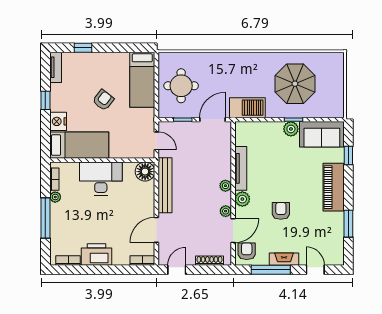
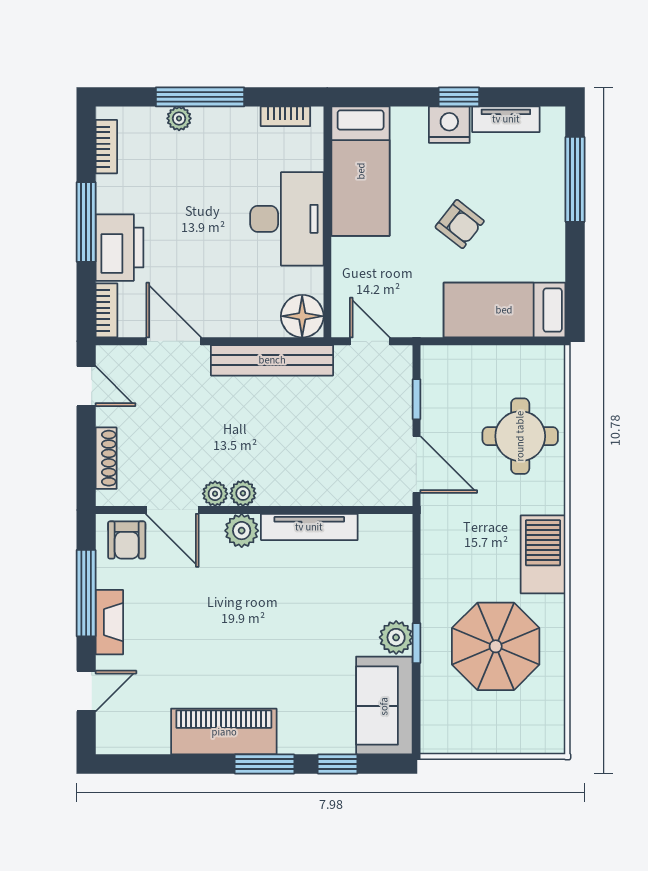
window: (83, 48) -> (575, 179), width x2.17
tv unit: (56, 67) -> (506, 119), moved
round table: (181, 86) -> (520, 436), moved
barbecue: (247, 108) -> (543, 554), moved, turned 180
nightstand: (58, 121) -> (449, 125), moved
door: (156, 141) -> (370, 341), swing flipped
plant: (225, 186) -> (243, 493), moved
piano: (334, 187) -> (224, 732), moved
plant: (55, 197) -> (179, 118), moved
armchair: (281, 211) -> (216, 615), removed
window: (348, 224) -> (265, 764), moved
armchair: (247, 251) -> (127, 540), turned 90
printer: (96, 255) -> (120, 248), moved
window: (102, 270) -> (86, 222), added

